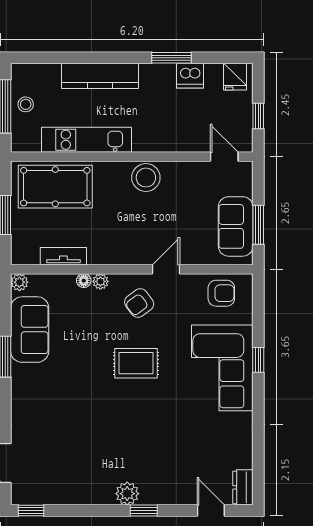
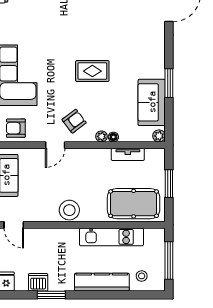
stool: (26, 104) -> (142, 276), moved
rug: (136, 363) -> (92, 71), moved

